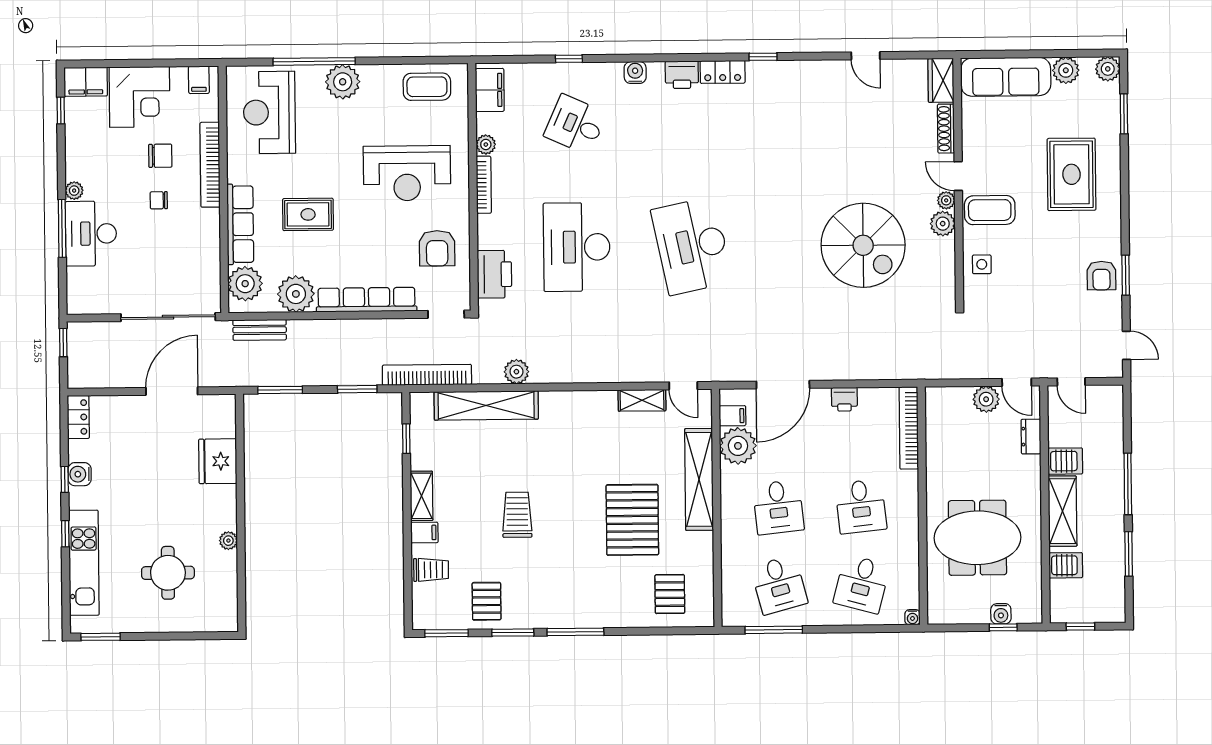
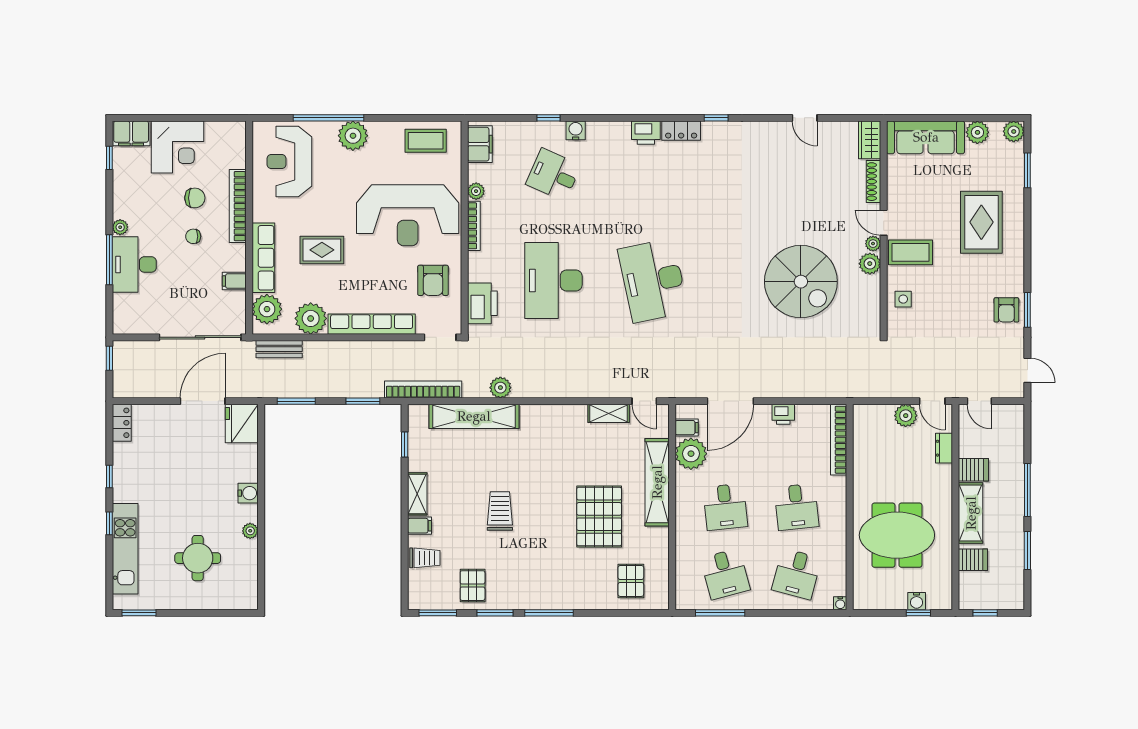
water cooler: (635, 72) -> (576, 130), moved
filing cabinet: (199, 80) -> (234, 281), moved, turned 90
reception desk: (407, 173) -> (408, 215), width x1.36, depth x1.30
fridge: (218, 461) -> (242, 424), moved
water cooler: (80, 474) -> (248, 493), moved, turned 180

